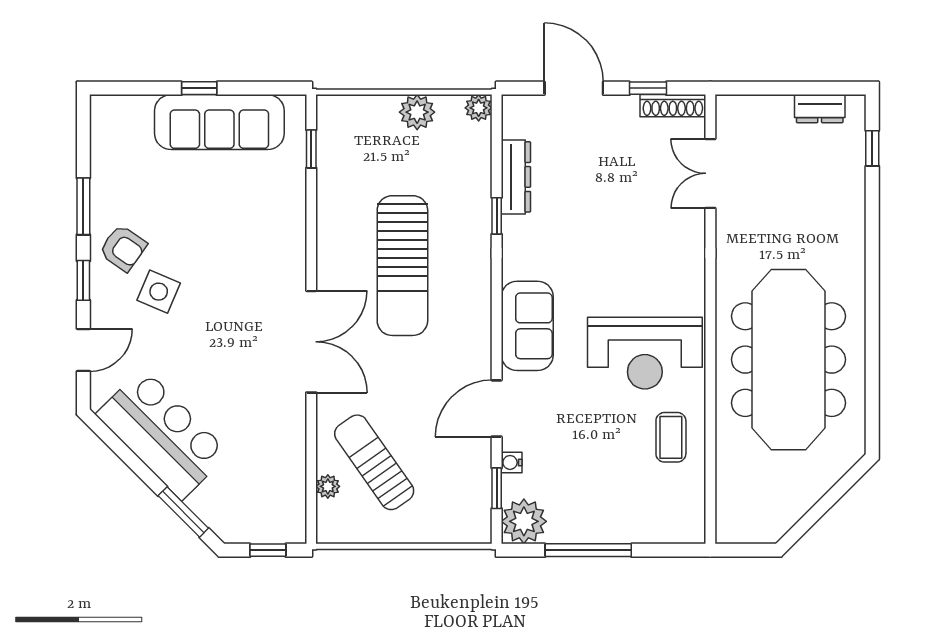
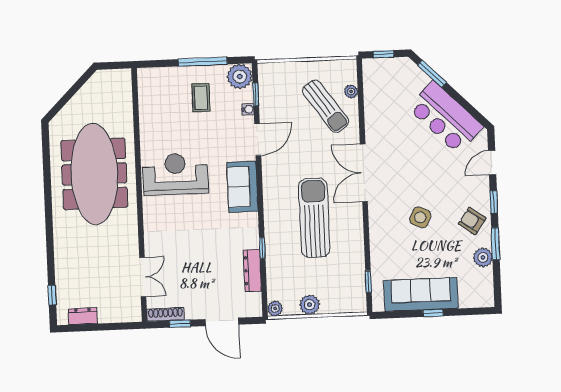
plant: (107, 183) -> (483, 257), added
side table: (159, 292) -> (420, 217), moved
coffee table: (671, 437) -> (201, 98), moved

